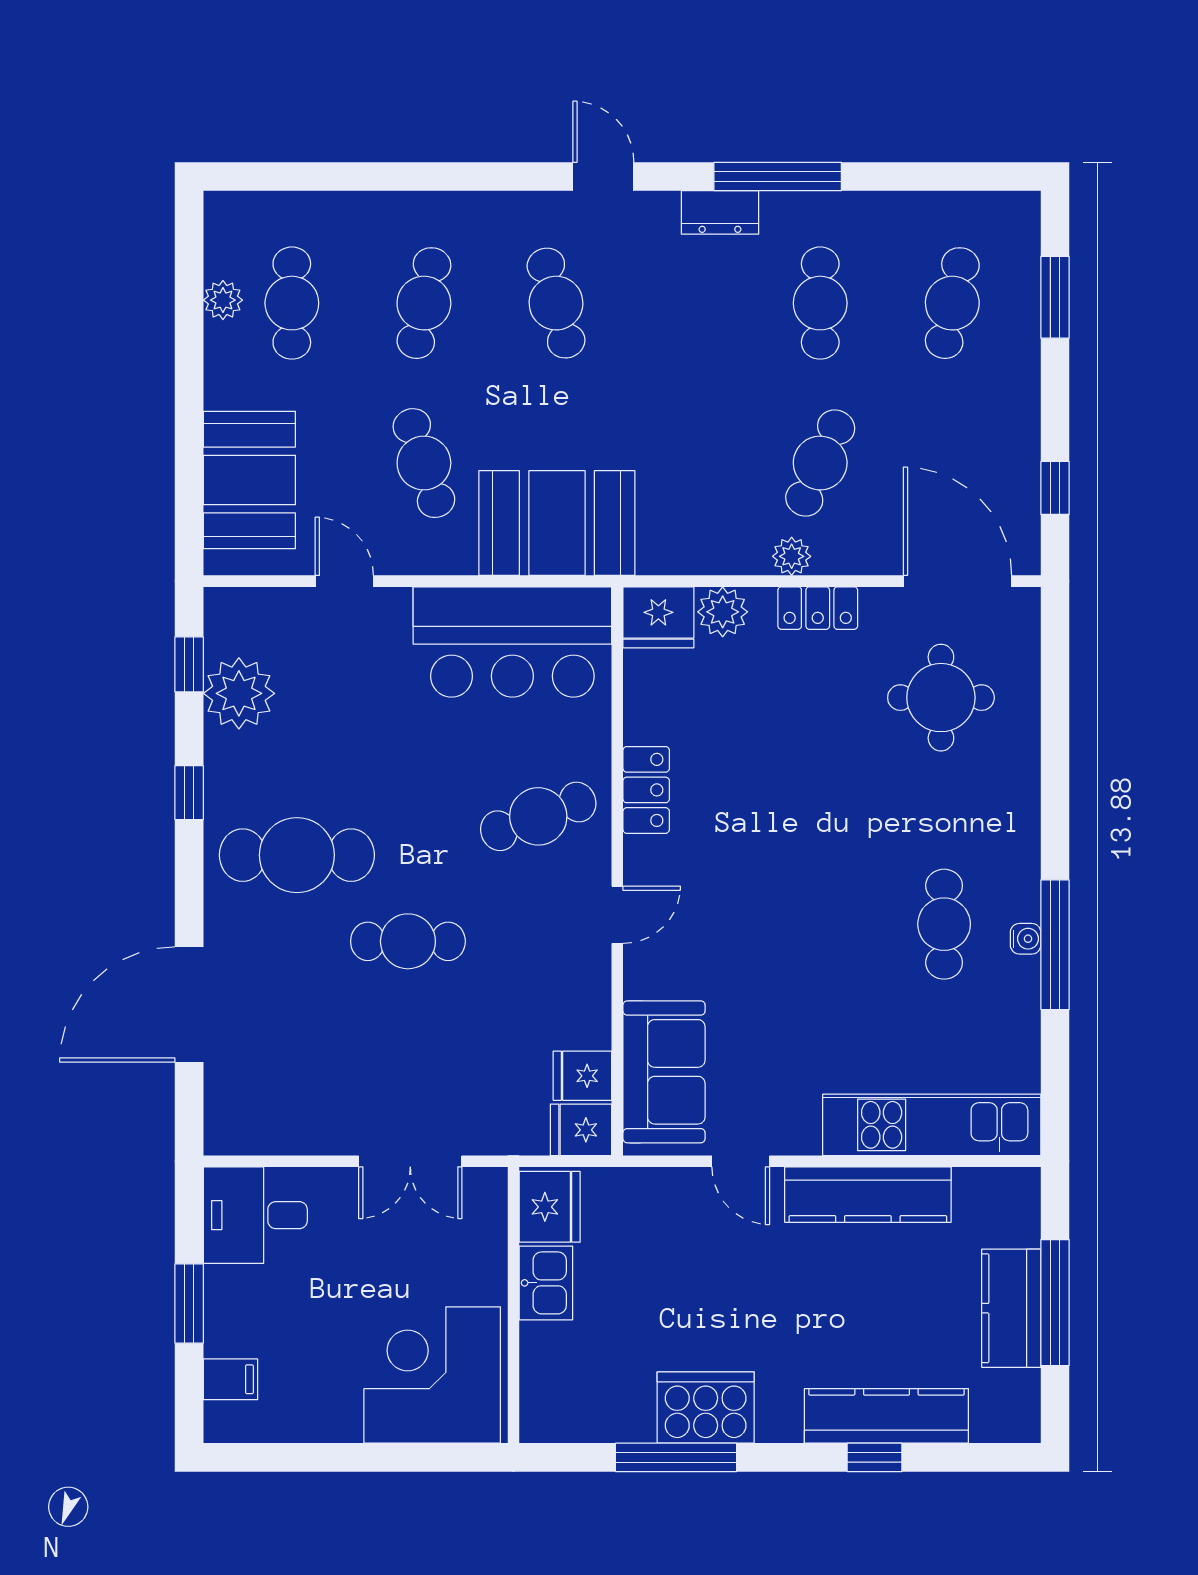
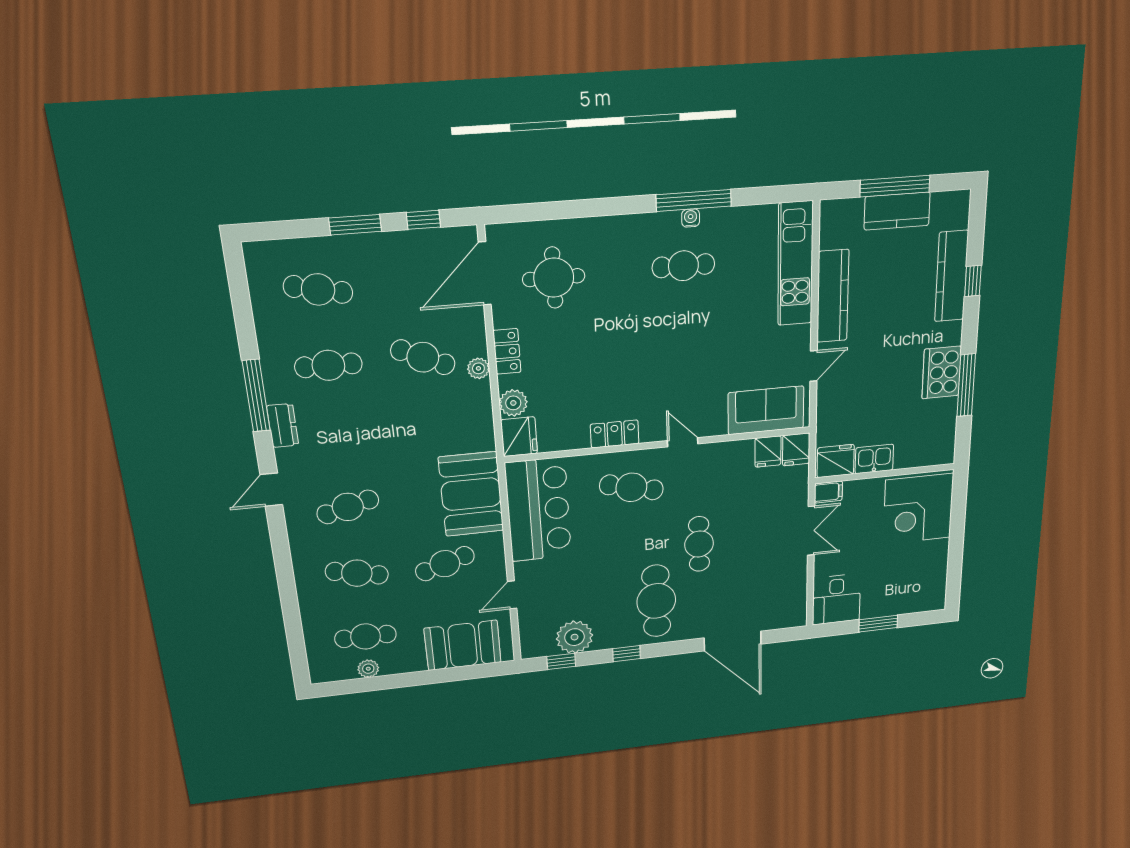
window: (1055, 297) -> (355, 225), moved
cafe table: (538, 816) -> (631, 487), turned -57
filing cabinet: (230, 1379) -> (828, 492), moved, turned 90

